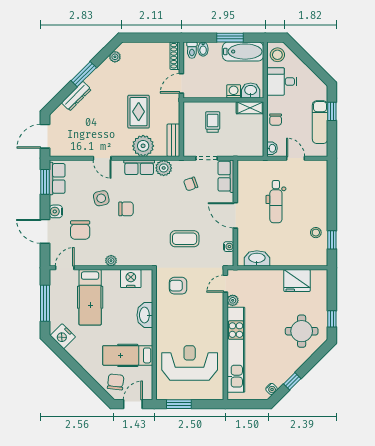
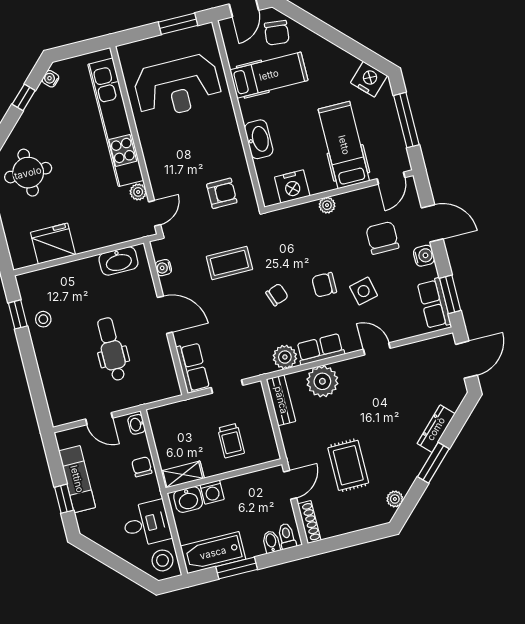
rug: (139, 112) -> (348, 465), moved
chair: (191, 184) -> (277, 295), moved

